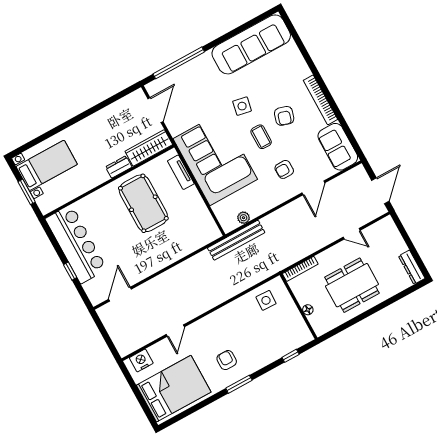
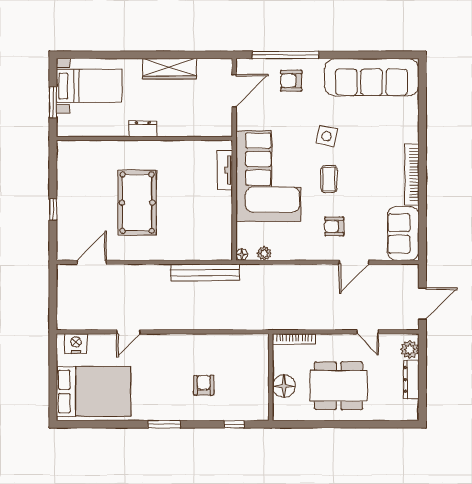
armchair: (284, 116) -> (291, 81), moved, turned 73
wardrobe: (149, 148) -> (169, 69), moved, turned 180
dresser: (119, 167) -> (143, 129), moved
pool table: (143, 203) -> (137, 203), moved
floor lamp: (227, 228) -> (242, 255), added
plant: (390, 230) -> (410, 349), added
bench: (236, 240) -> (205, 273), moved
bar counter: (76, 244) -> (75, 185), removed
dresser: (412, 267) -> (411, 379), moved
side table: (266, 300) -> (240, 352), removed
floor lamp: (308, 310) -> (284, 386), width x1.89, depth x1.89
armchair: (227, 360) -> (204, 385), moved

